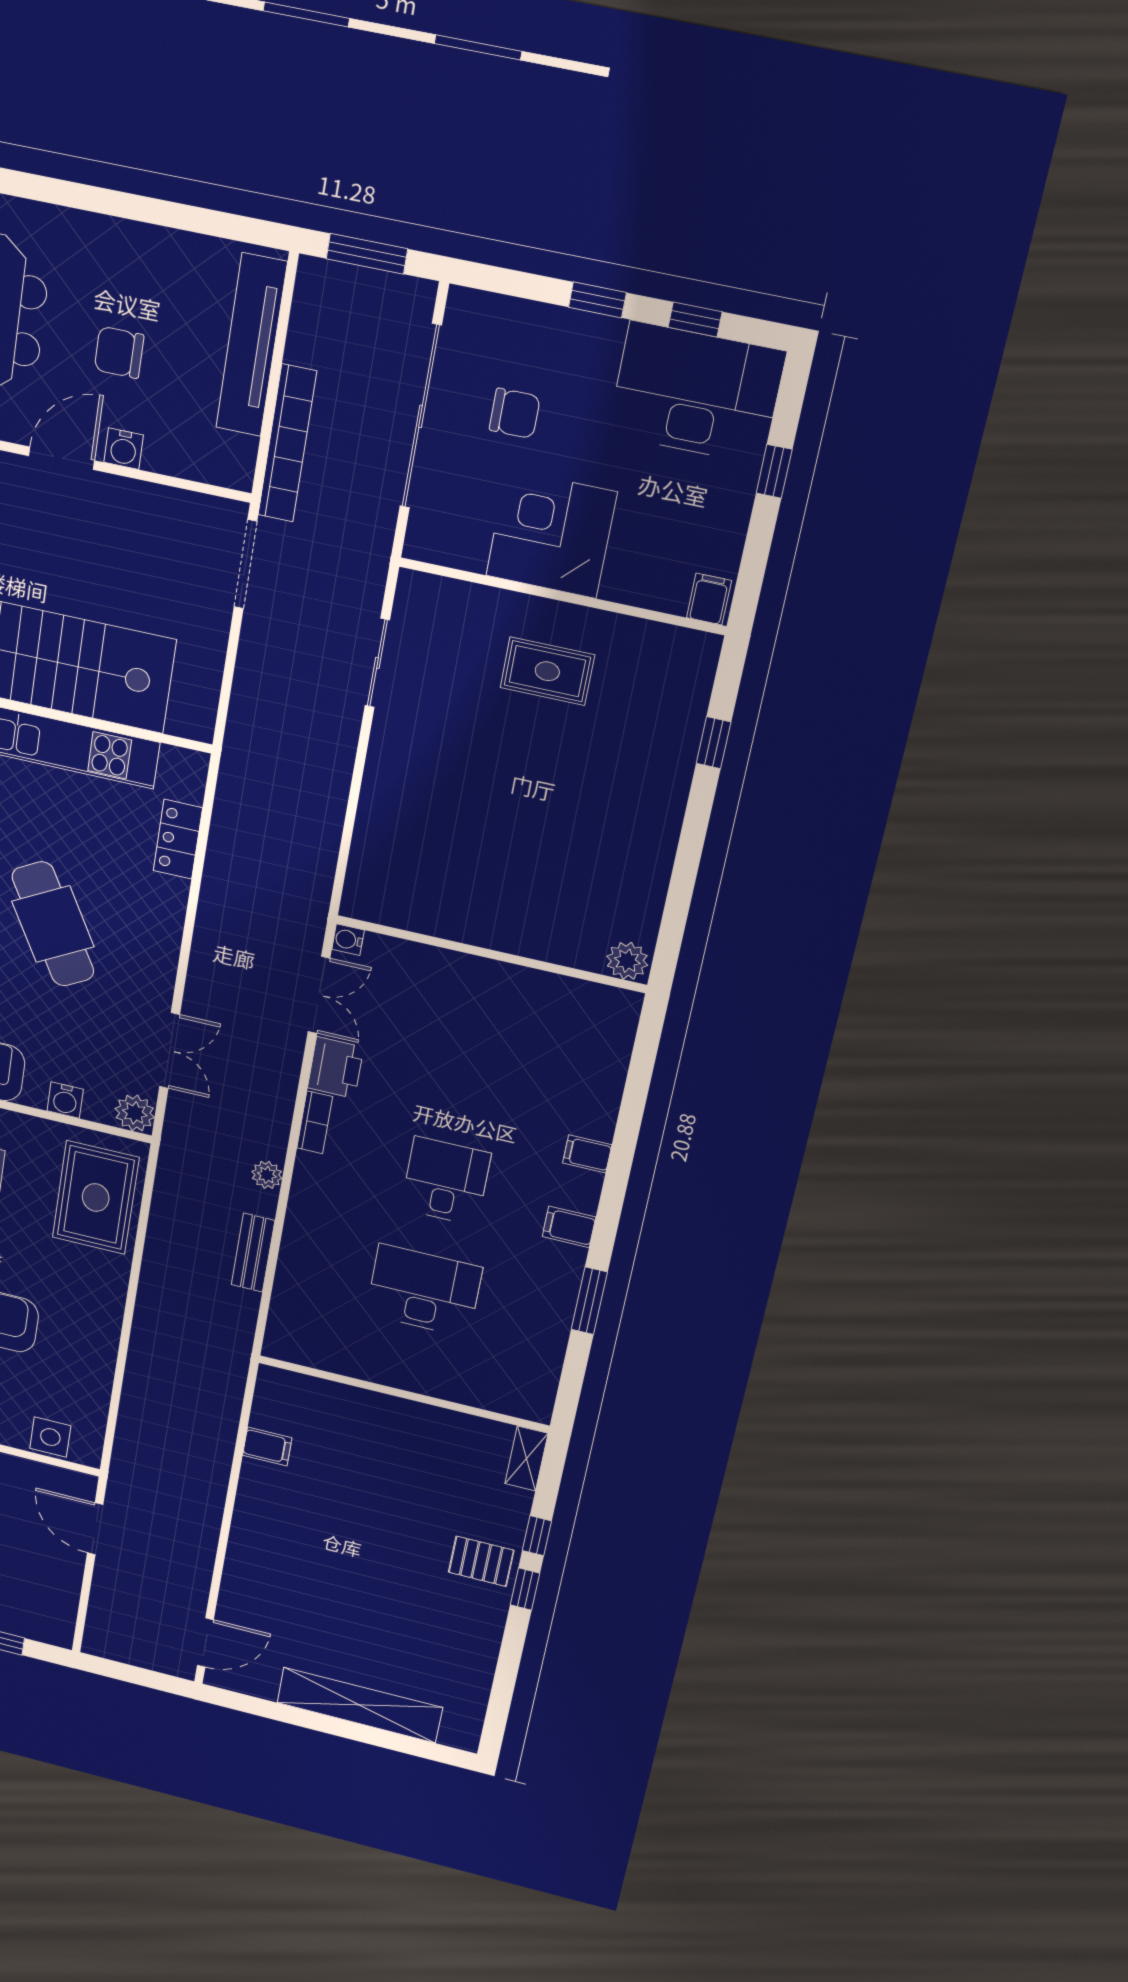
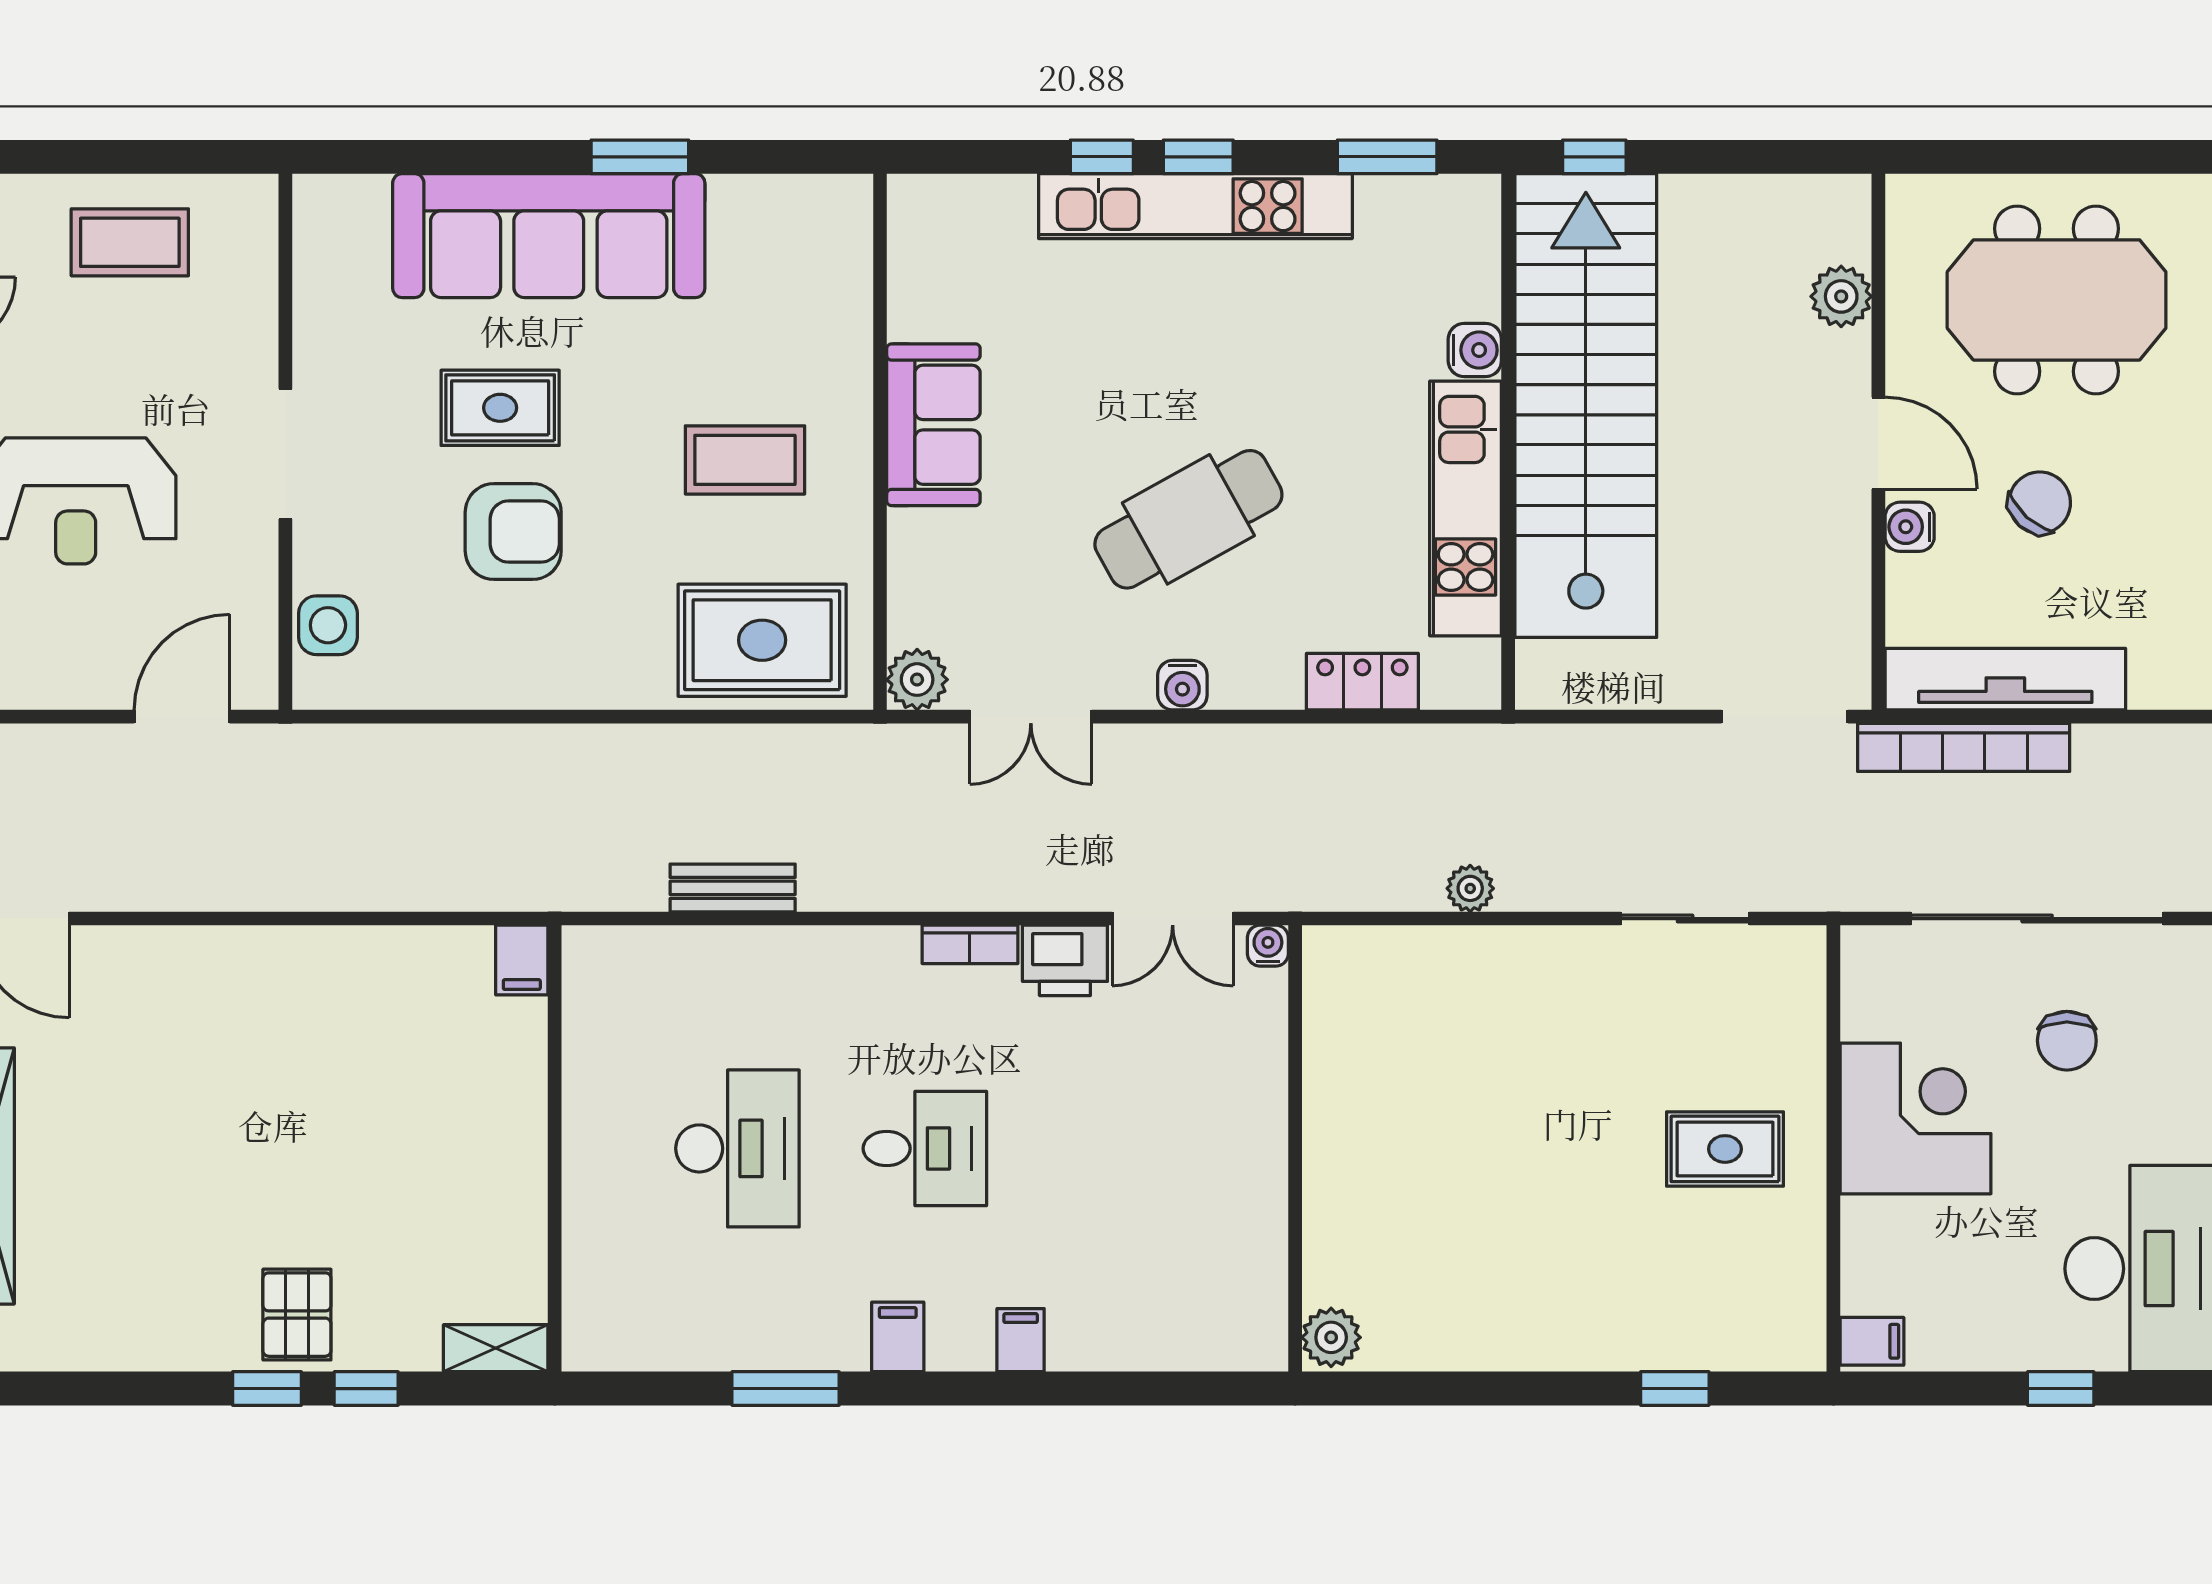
tv unit: (251, 345) -> (2005, 679), moved
chair: (119, 352) -> (2040, 503), turned 42
rug: (547, 671) -> (1725, 1149), turned 90
water cooler: (65, 1100) -> (1182, 685), moved, turned -90
plant: (267, 1175) -> (1470, 888), moved
filing cabinet: (267, 1447) -> (522, 960), moved

